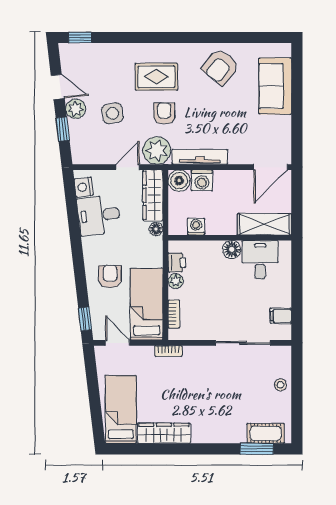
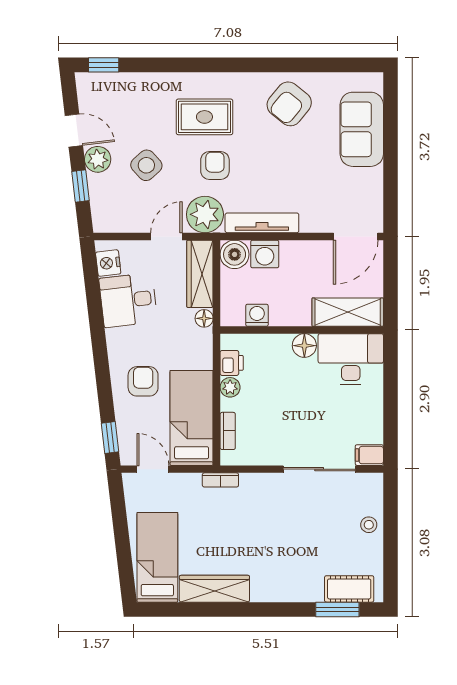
side table: (112, 113) -> (146, 165), turned -33
desk: (260, 260) -> (351, 359), width x1.37
filing cabinet: (281, 316) -> (369, 455), moved

